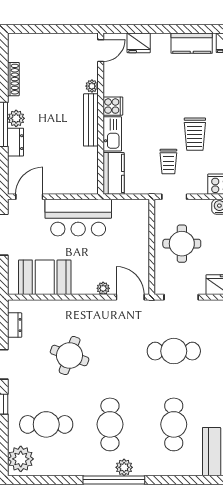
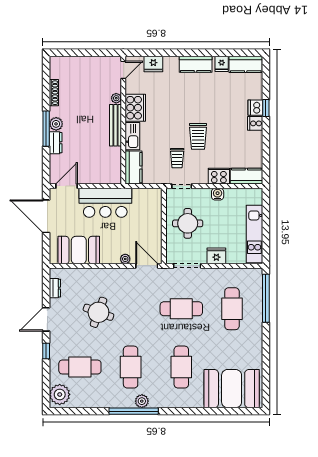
cooker: (113, 106) -> (135, 108), width x1.87, depth x1.31

